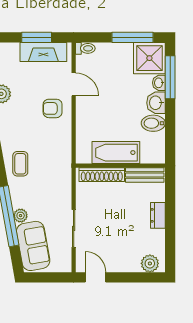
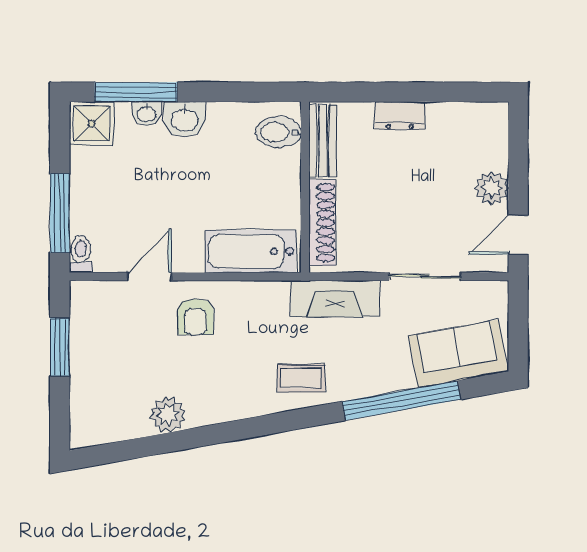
window: (132, 37) -> (60, 213), moved
fireplace: (43, 52) -> (335, 299), moved, turned 90
shower: (149, 58) -> (91, 124), width x0.73, depth x0.73
bidet: (153, 123) -> (278, 132), moved, turned 90
bathtub: (116, 153) -> (251, 251), moved, turned 90
plant: (21, 216) -> (400, 378), removed
plant: (150, 263) -> (492, 188), moved

